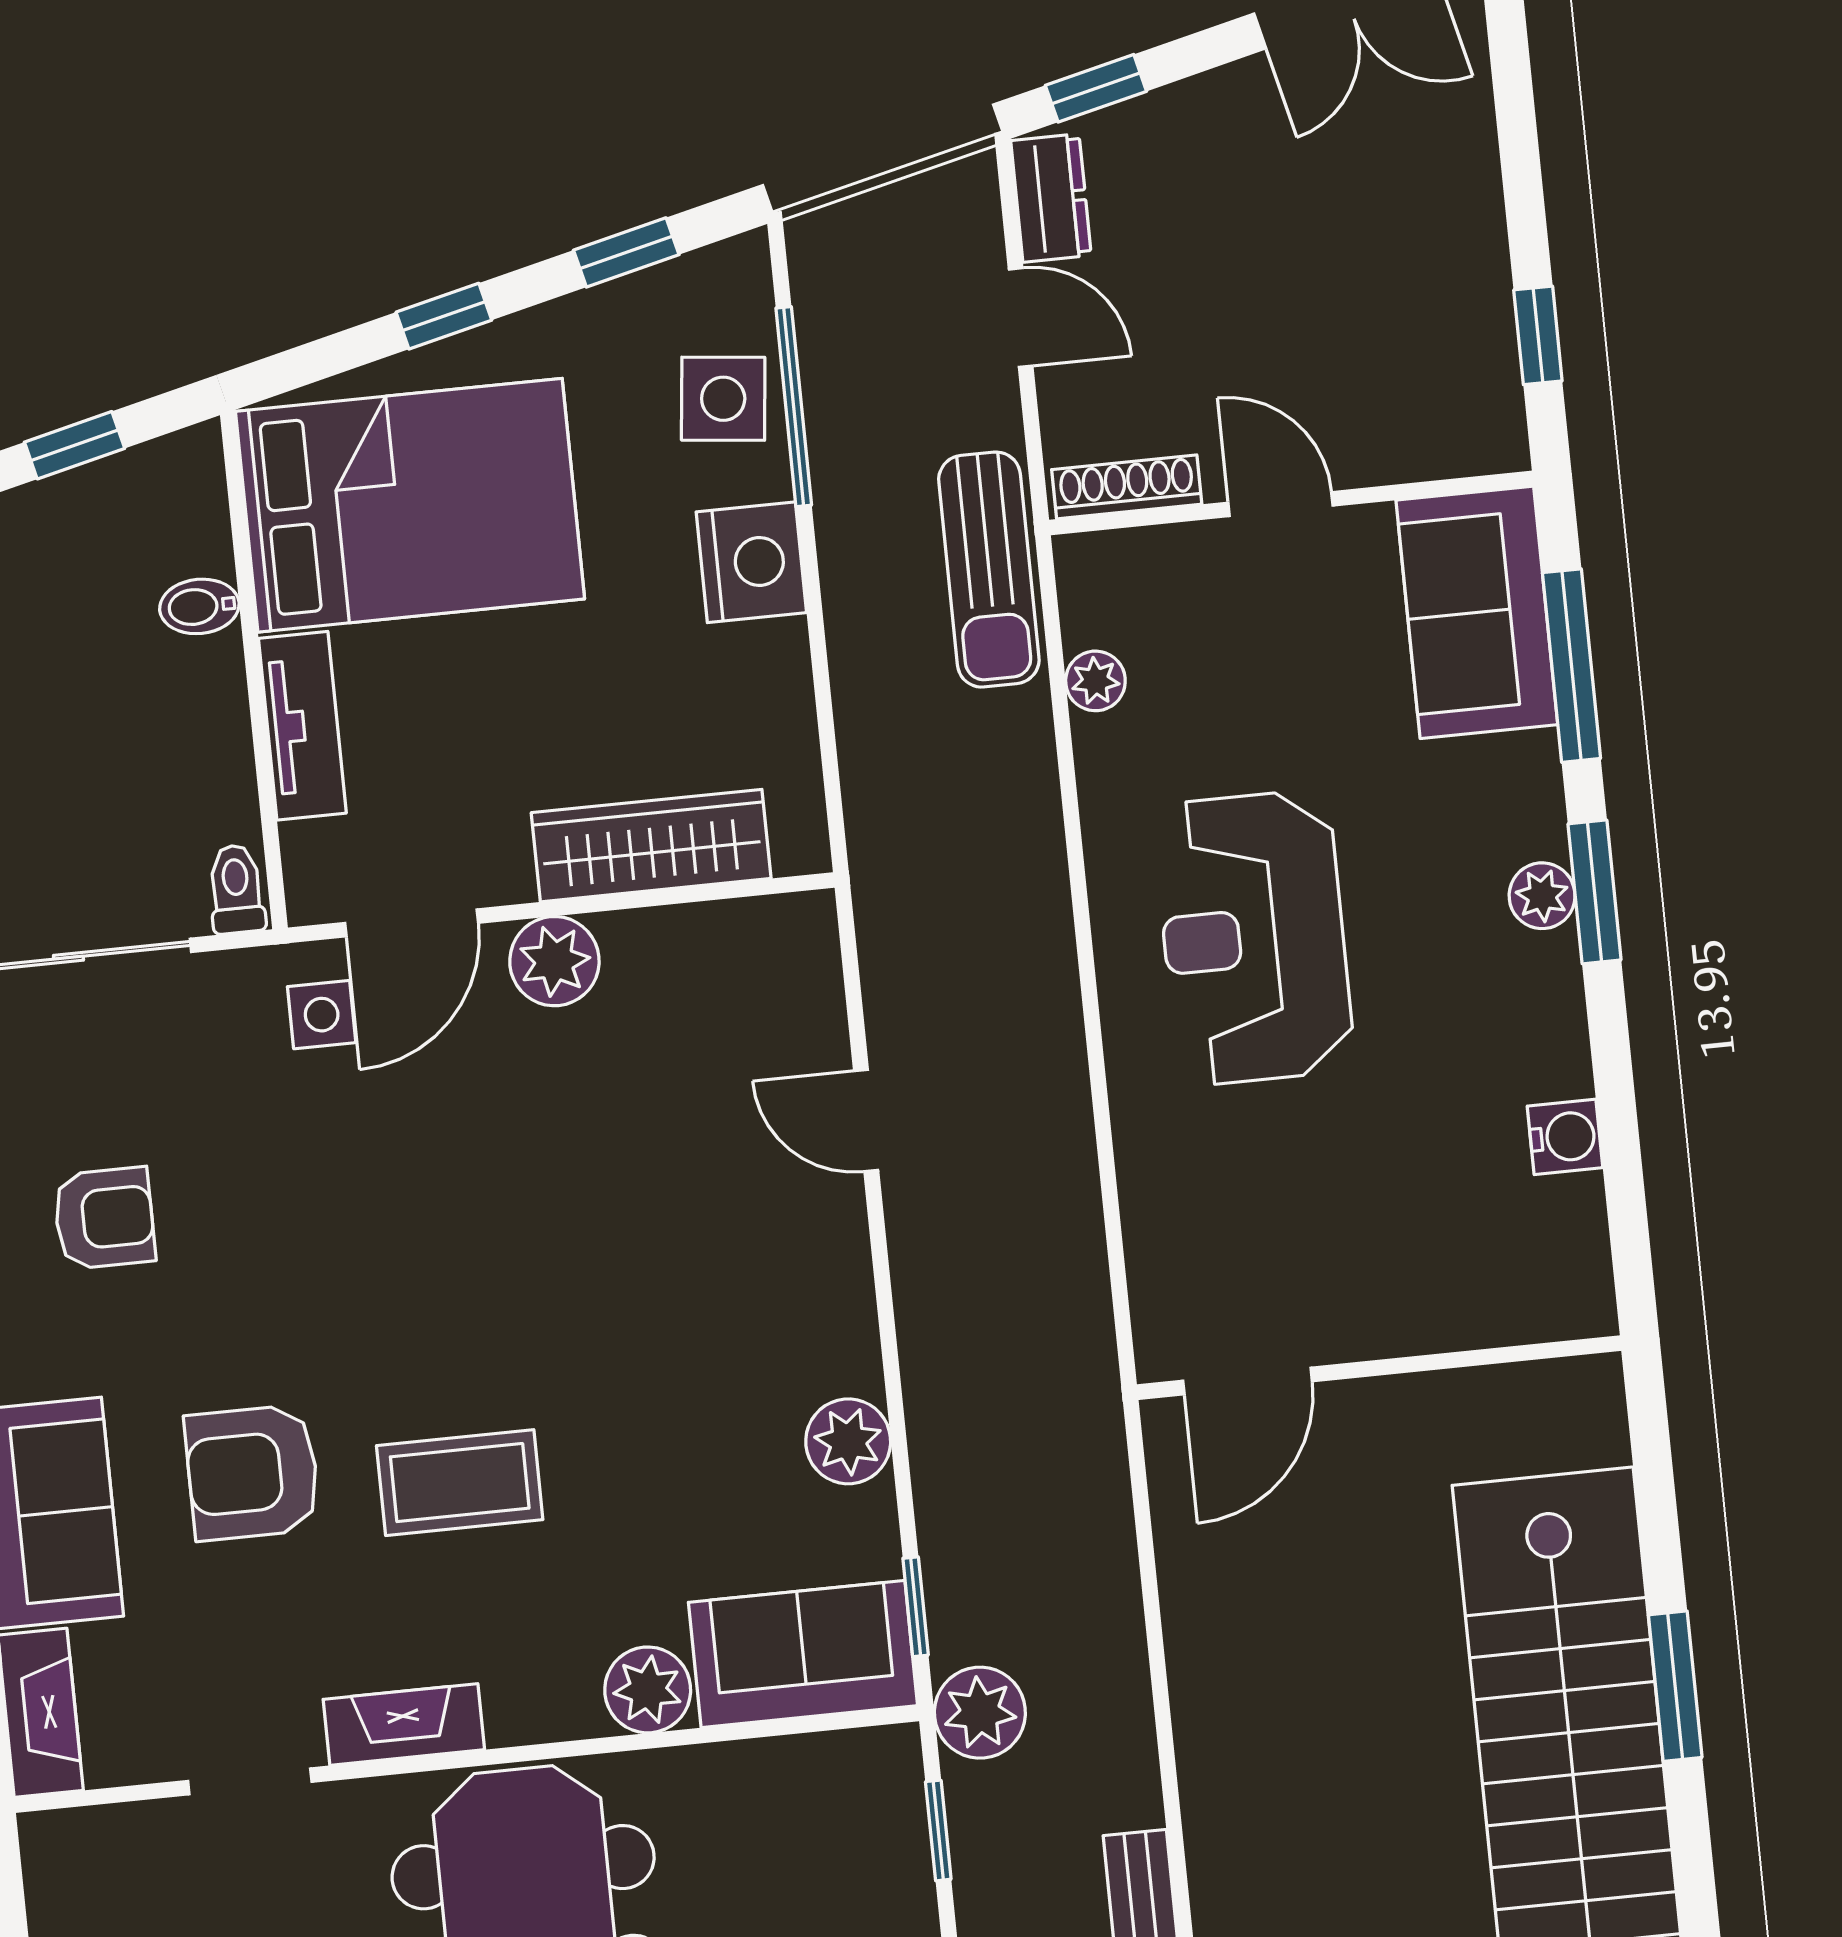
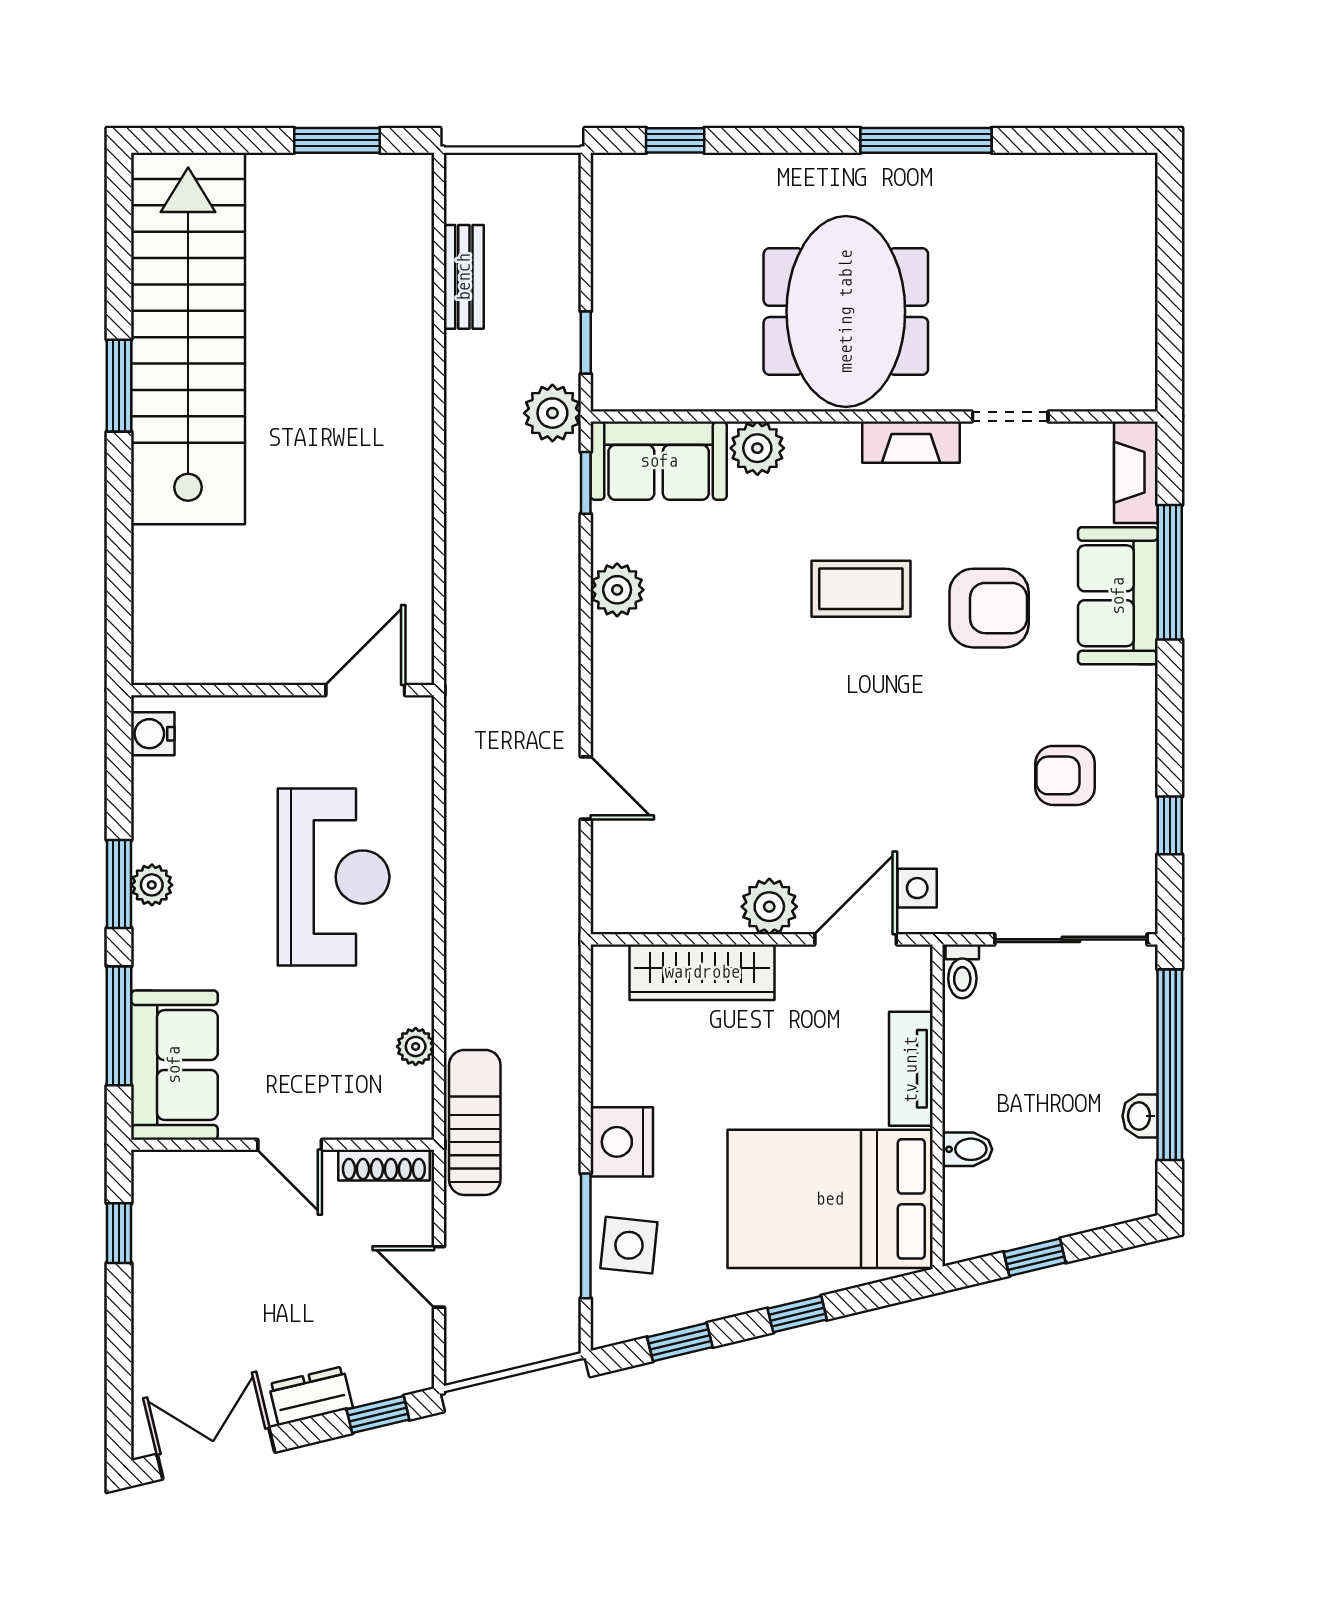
dresser: (1051, 198) -> (311, 1396), moved, turned 77
wall: (1379, 1368) -> (283, 690), moved
door: (1248, 1381) -> (365, 690), moved

